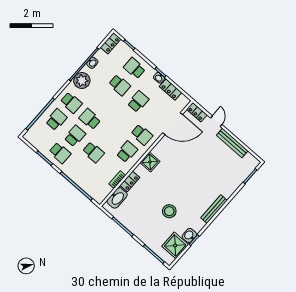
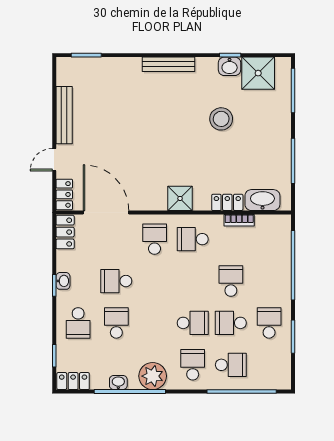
locker: (171, 90) -> (65, 232), moved
school desk: (90, 119) -> (193, 323), turned -90
school desk: (56, 120) -> (231, 365), turned 180

